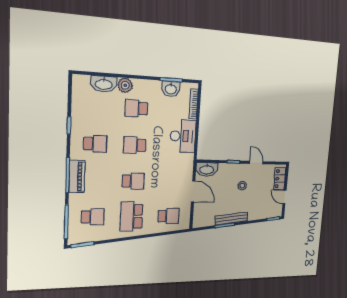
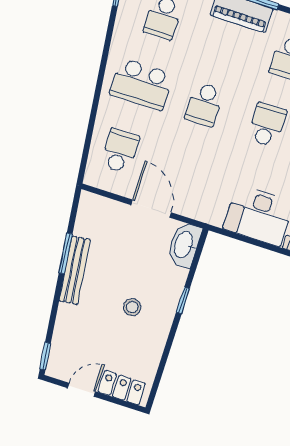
door: (256, 163) -> (168, 346), removed
door: (193, 191) -> (151, 209), swing flipped
school desk: (131, 216) -> (141, 84), turned 180
school desk: (168, 216) -> (120, 151), turned 180

